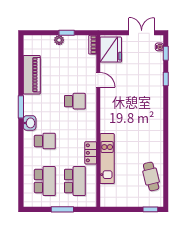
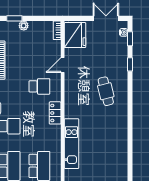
window: (67, 33) -> (14, 18), moved
door: (98, 80) -> (63, 65), swing flipped
locker: (91, 153) -> (55, 113), moved
cafe table: (151, 177) -> (106, 91), moved

